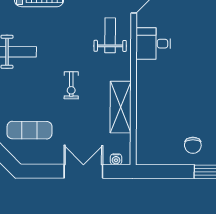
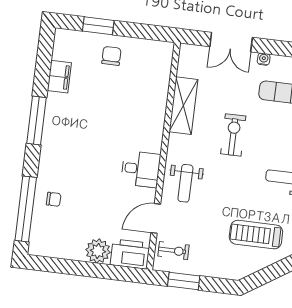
exercise bike: (71, 85) -> (233, 135), width x1.38, depth x1.39
water cooler: (116, 159) -> (264, 59), moved

